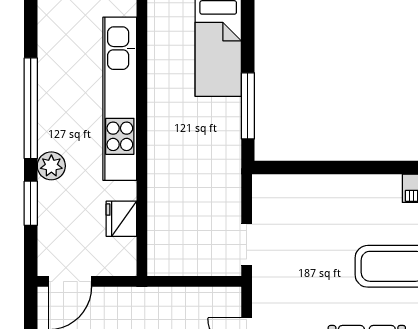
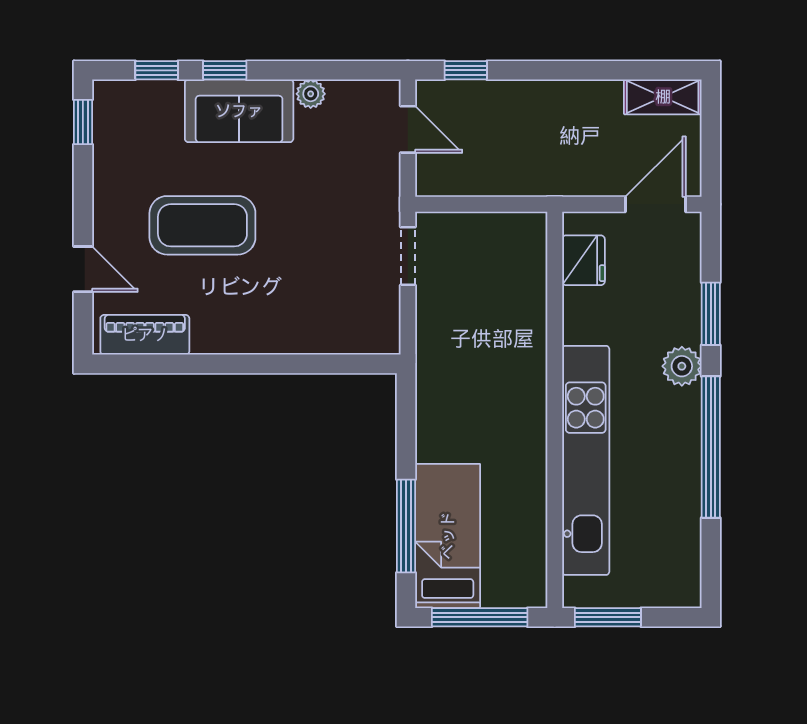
window: (248, 106) -> (406, 526), moved
fridge: (121, 219) -> (583, 260), moved

